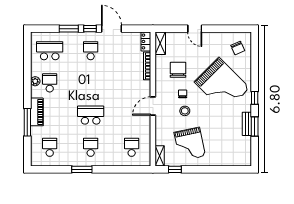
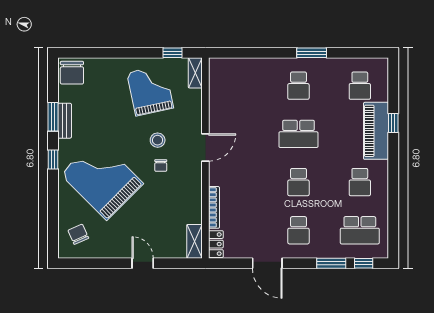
window: (90, 29) -> (364, 263), moved
chair: (178, 70) -> (72, 73), moved
plant: (35, 81) -> (381, 185), removed
piano: (37, 112) -> (376, 131), width x1.37, depth x1.33
window: (27, 122) -> (393, 123), width x0.46
school desk: (132, 147) -> (298, 182), moved

